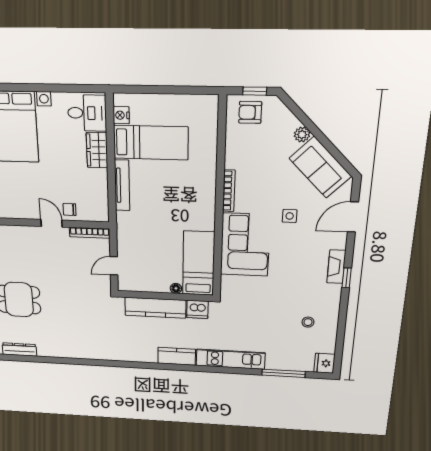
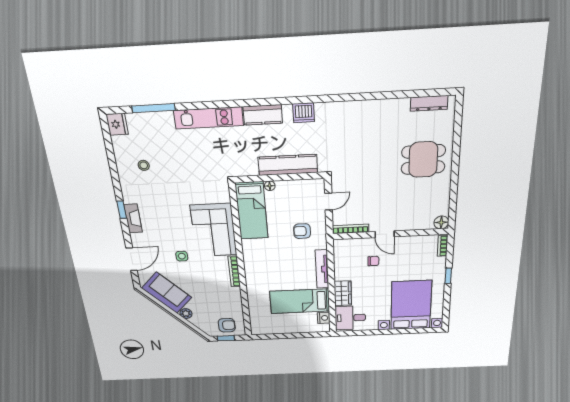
chair: (70, 209) -> (373, 261), moved
armchair: (144, 235) -> (302, 231), added
dishwasher: (197, 309) -> (304, 113), moved, turned 180

